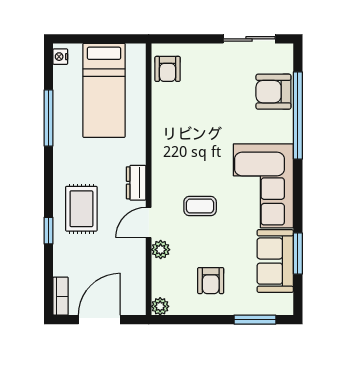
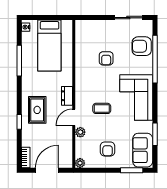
armchair: (168, 69) -> (106, 58), moved
sofa: (275, 261) -> (143, 150), moved

